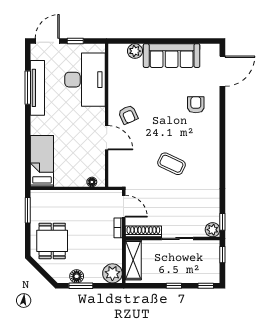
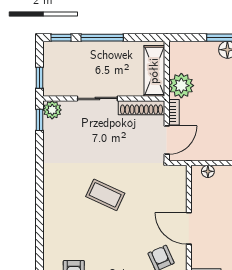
door: (124, 206) -> (167, 140), swing flipped
plant: (112, 273) -> (181, 86), moved
window: (174, 286) -> (102, 38), width x2.17

